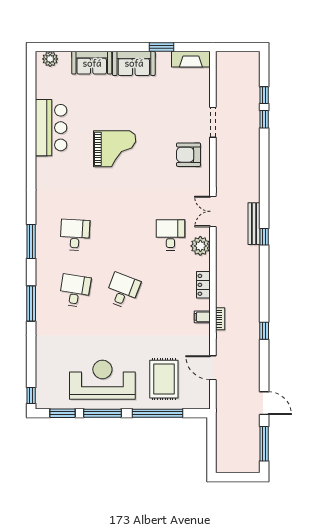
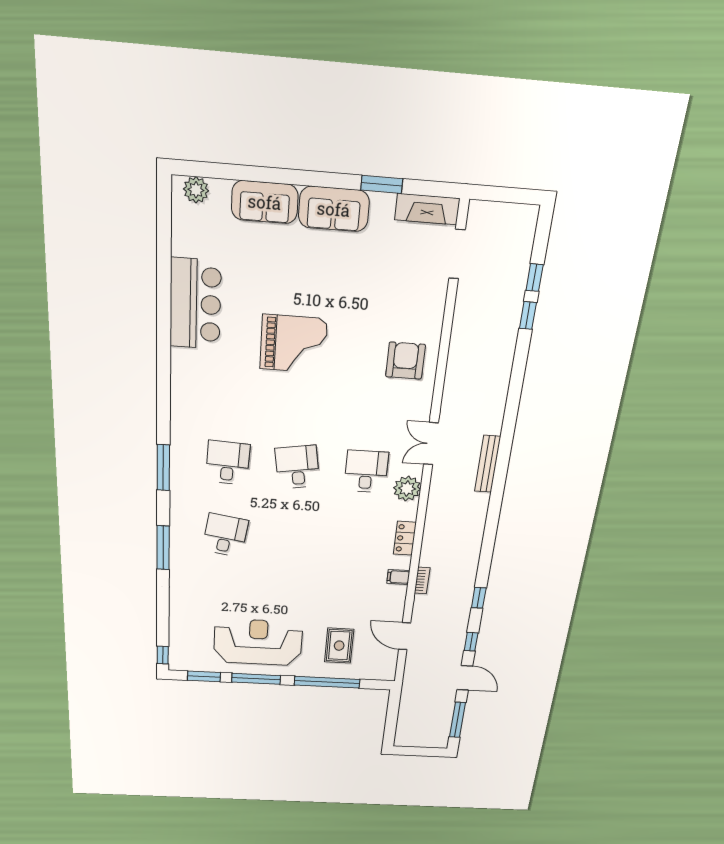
doorway: (213, 122) -> (457, 254), moved
armchair: (189, 155) -> (405, 361), turned 90
window: (264, 237) -> (471, 642), moved
desk: (123, 291) -> (297, 467), moved, turned -30
rug: (164, 379) -> (339, 646), width x0.73, depth x0.70

